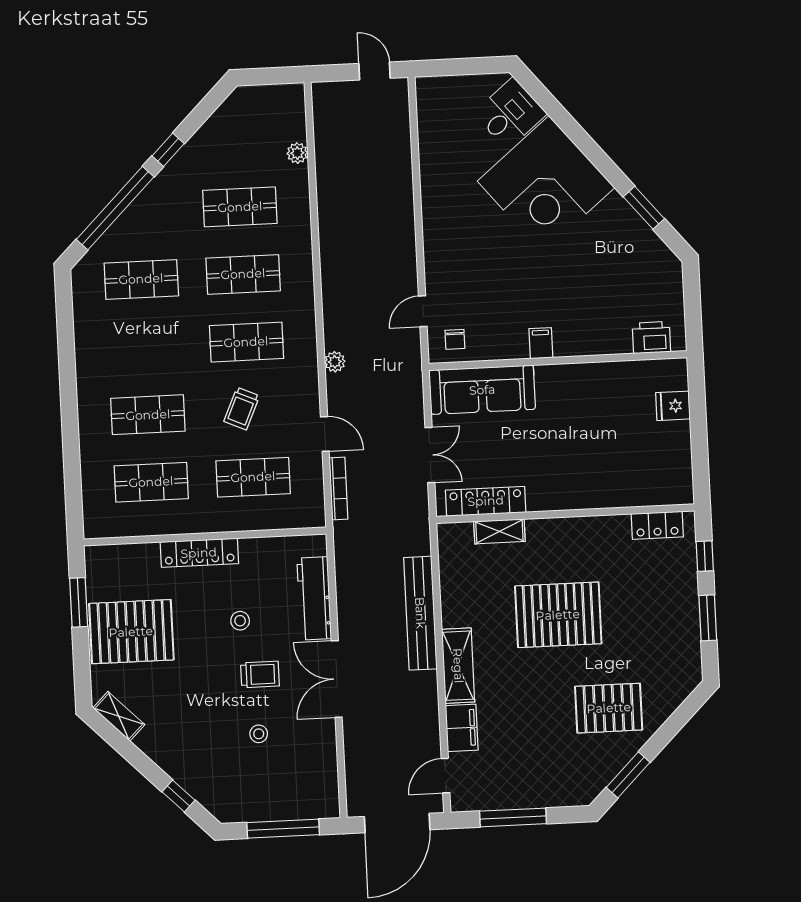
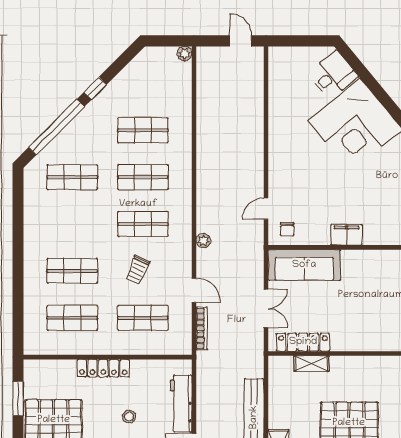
plant: (297, 153) -> (184, 54), moved
filing cabinet: (541, 343) -> (347, 235), width x2.00

